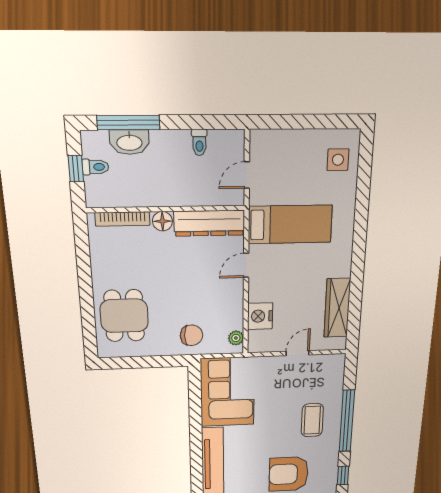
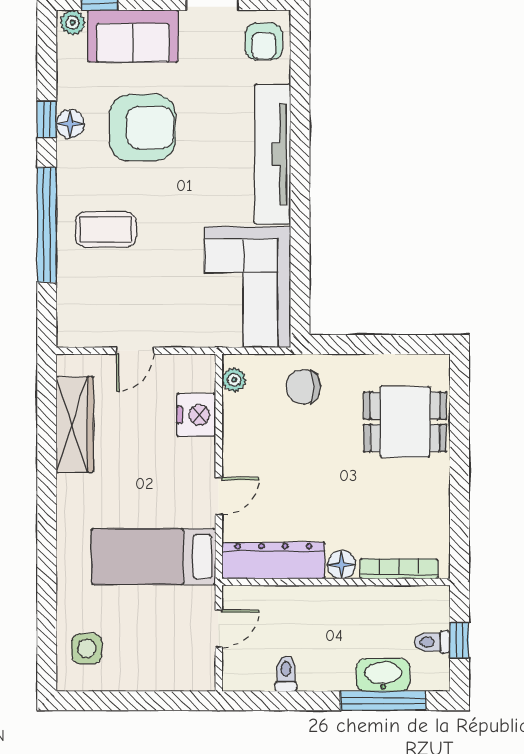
dining table: (124, 316) -> (405, 422), turned 90
coffee table: (312, 420) -> (106, 229), turned 90
floor lamp: (330, 474) -> (70, 124), added

